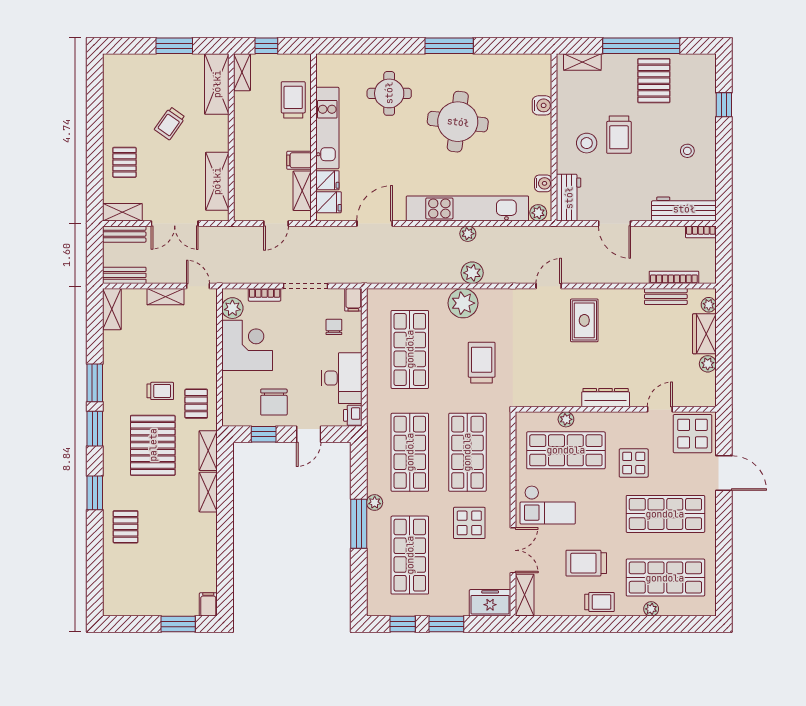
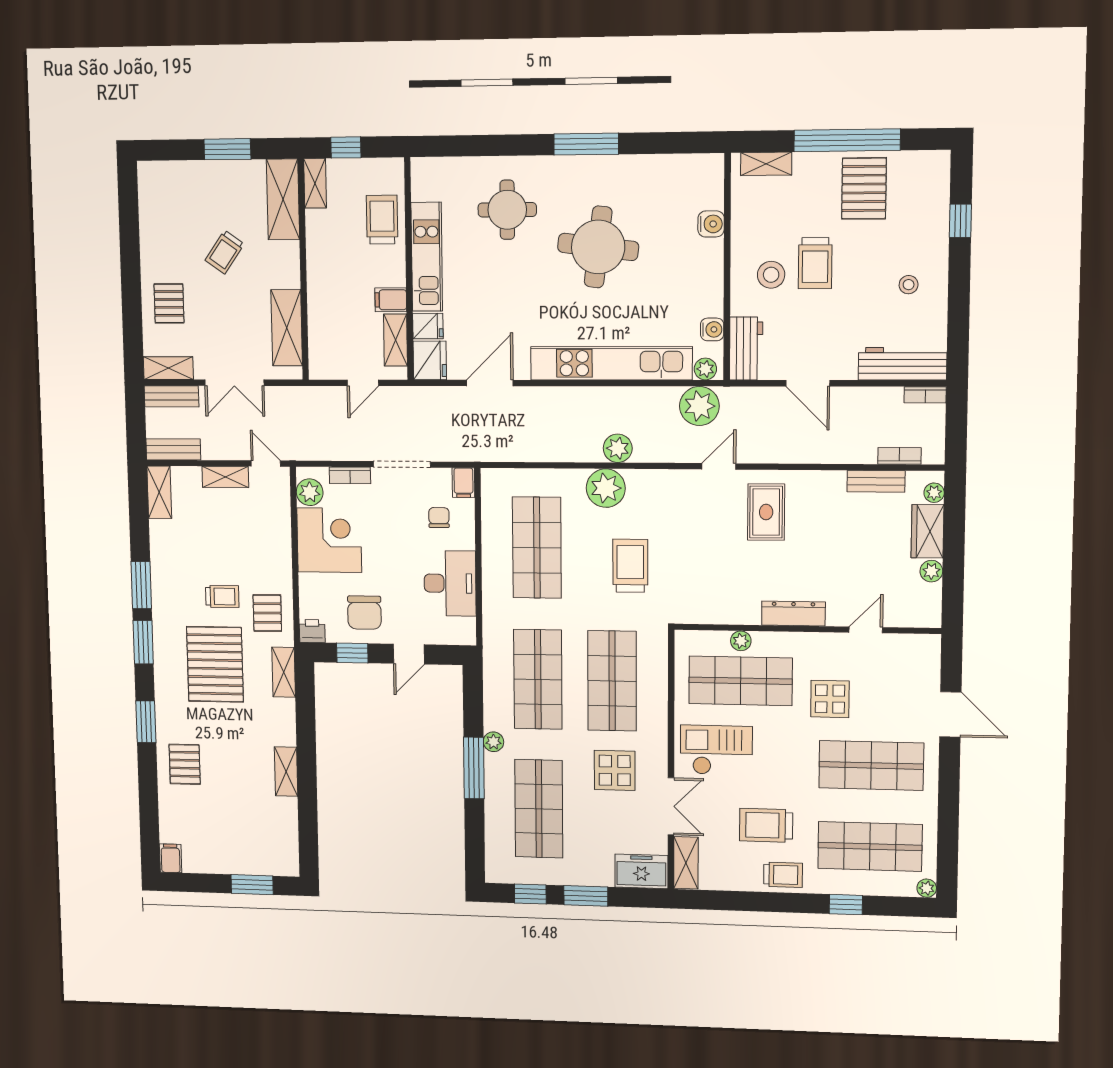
fridge: (328, 202) -> (430, 360), width x1.38
plant: (468, 234) -> (699, 406), moved, width x1.87, depth x1.87
bookcase: (674, 277) -> (900, 456), width x0.64
printer: (353, 415) -> (312, 631), moved, turned 90
display table: (692, 434) -> (909, 662), removed
shelving: (208, 492) -> (286, 771), moved
checkout: (548, 505) -> (716, 750), turned 180
filing cabinet: (208, 604) -> (171, 858), moved
plant: (651, 609) -> (927, 888), moved
window: (648, 624) -> (846, 905), added

